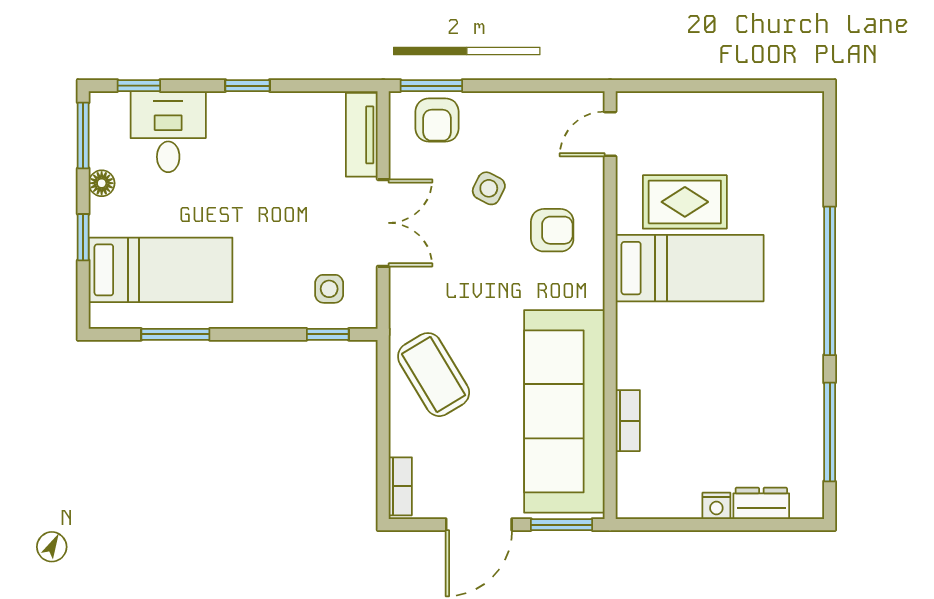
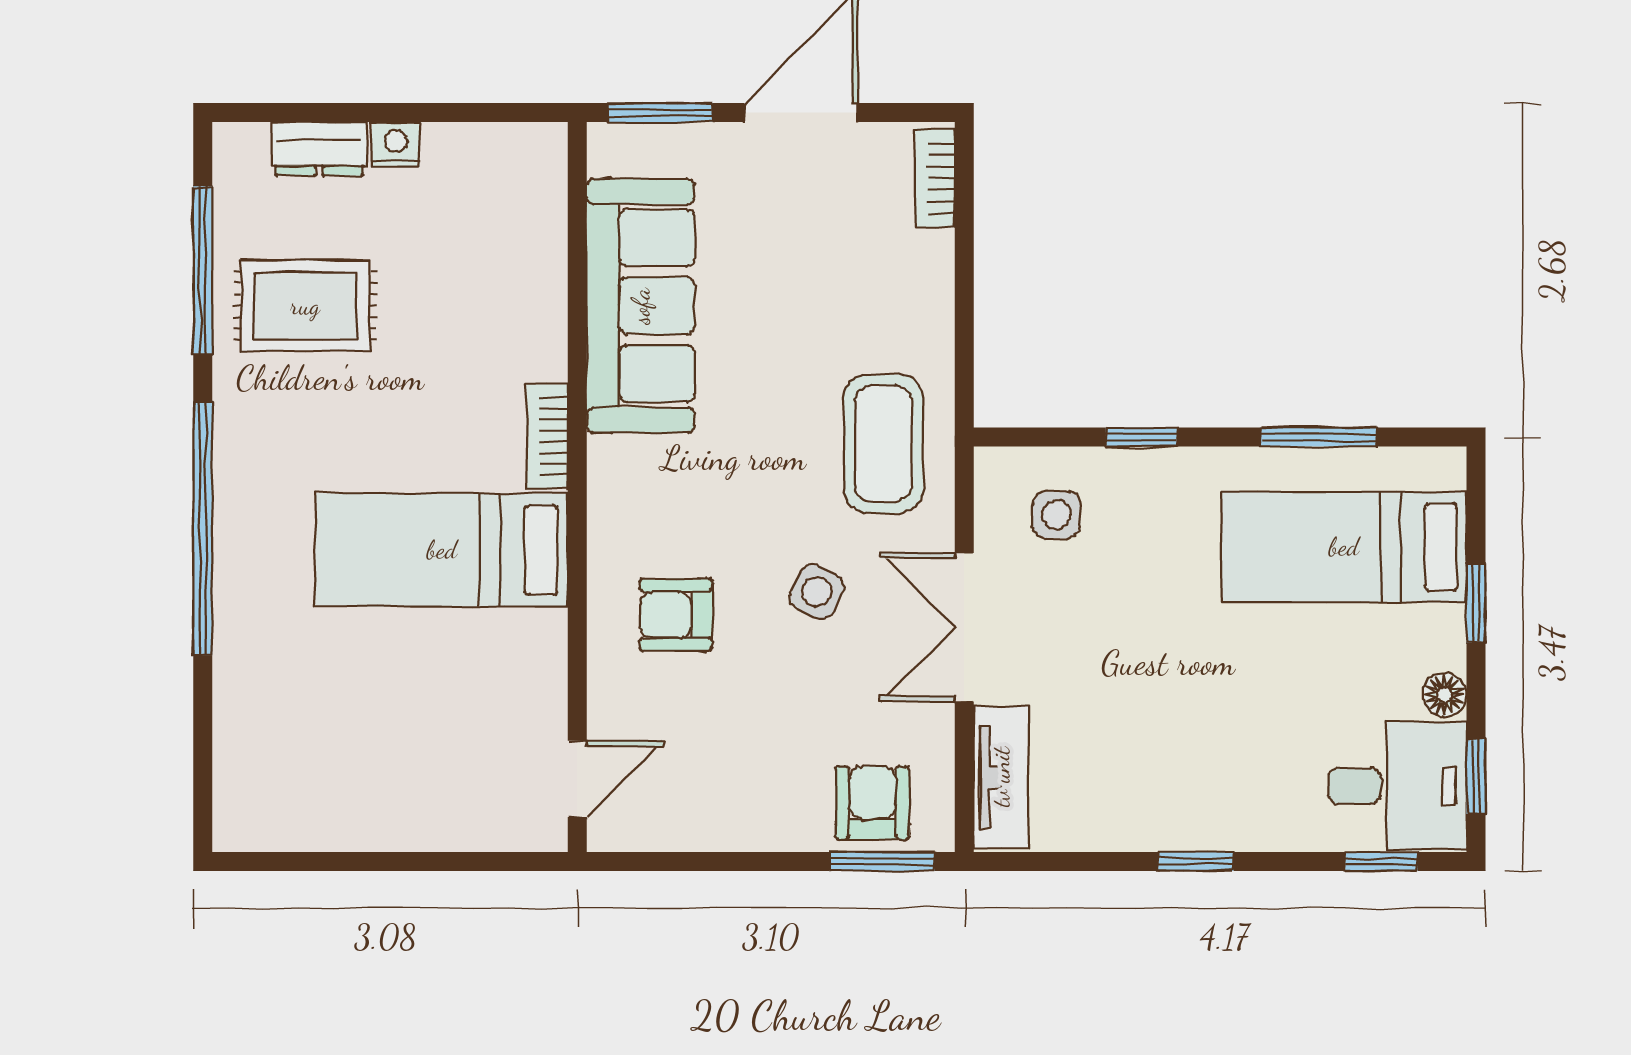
desk: (168, 132) -> (1397, 786), moved, turned -90
window: (83, 135) -> (1476, 776), width x0.67
side table: (489, 188) -> (817, 592), moved
rug: (685, 202) -> (305, 306), moved
window: (328, 334) -> (1141, 437), moved
coffee table: (434, 375) -> (883, 444), moved, turned 31
sofa: (564, 411) -> (641, 306), width x0.74, depth x0.79
bookcase: (628, 421) -> (547, 436), moved

